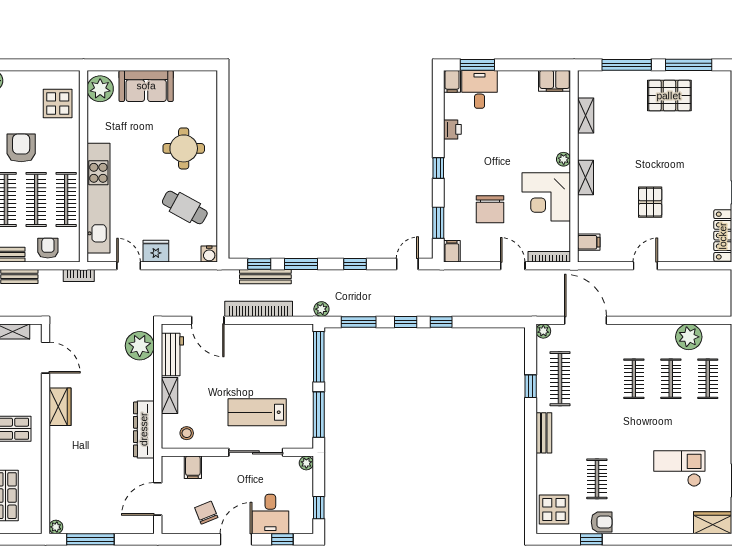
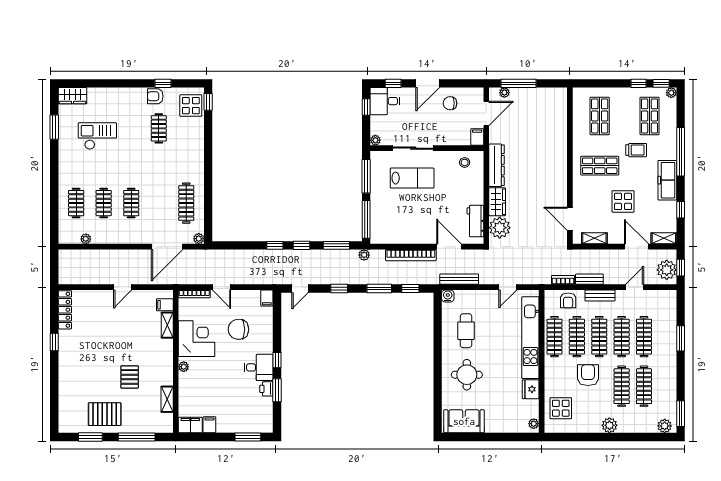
window: (689, 65) -> (90, 437), width x0.69
filing cabinet: (452, 81) -> (209, 425), moved
sofa: (146, 86) -> (464, 421), moved
plant: (100, 89) -> (534, 424), width x0.53, depth x0.53
desk: (479, 89) -> (259, 367), moved, turned -90
armchair: (21, 148) -> (588, 375), turned 180
shelving: (586, 177) -> (167, 325), moved
pallet: (650, 202) -> (130, 377), moved
cafe table: (185, 207) -> (466, 331), turned 61
chair: (490, 209) -> (238, 329), turned -90
window: (438, 223) -> (277, 390), moved
fridge: (156, 251) -> (531, 389), moved, turned 90
door: (129, 266) -> (508, 287), hinge flipped
bookcase: (79, 276) -> (563, 280), moved
bench: (265, 277) -> (459, 279), moved
door: (586, 320) -> (167, 247), hinge flipped
plant: (689, 337) -> (86, 239), width x0.53, depth x0.53
window: (531, 386) -> (208, 102), moved
shelving: (169, 396) -> (477, 191), removed
wardrobe: (60, 407) -> (497, 202), moved, turned 180
bench: (544, 433) -> (198, 163), removed
filing cabinet: (193, 467) -> (477, 137), moved
checkout: (679, 469) -> (97, 136), turned 180
chair: (206, 513) -> (450, 103), turned 112
desk: (270, 514) -> (385, 101), moved, turned -90
plant: (56, 527) -> (504, 93), moved
window: (90, 539) -> (518, 83), moved

